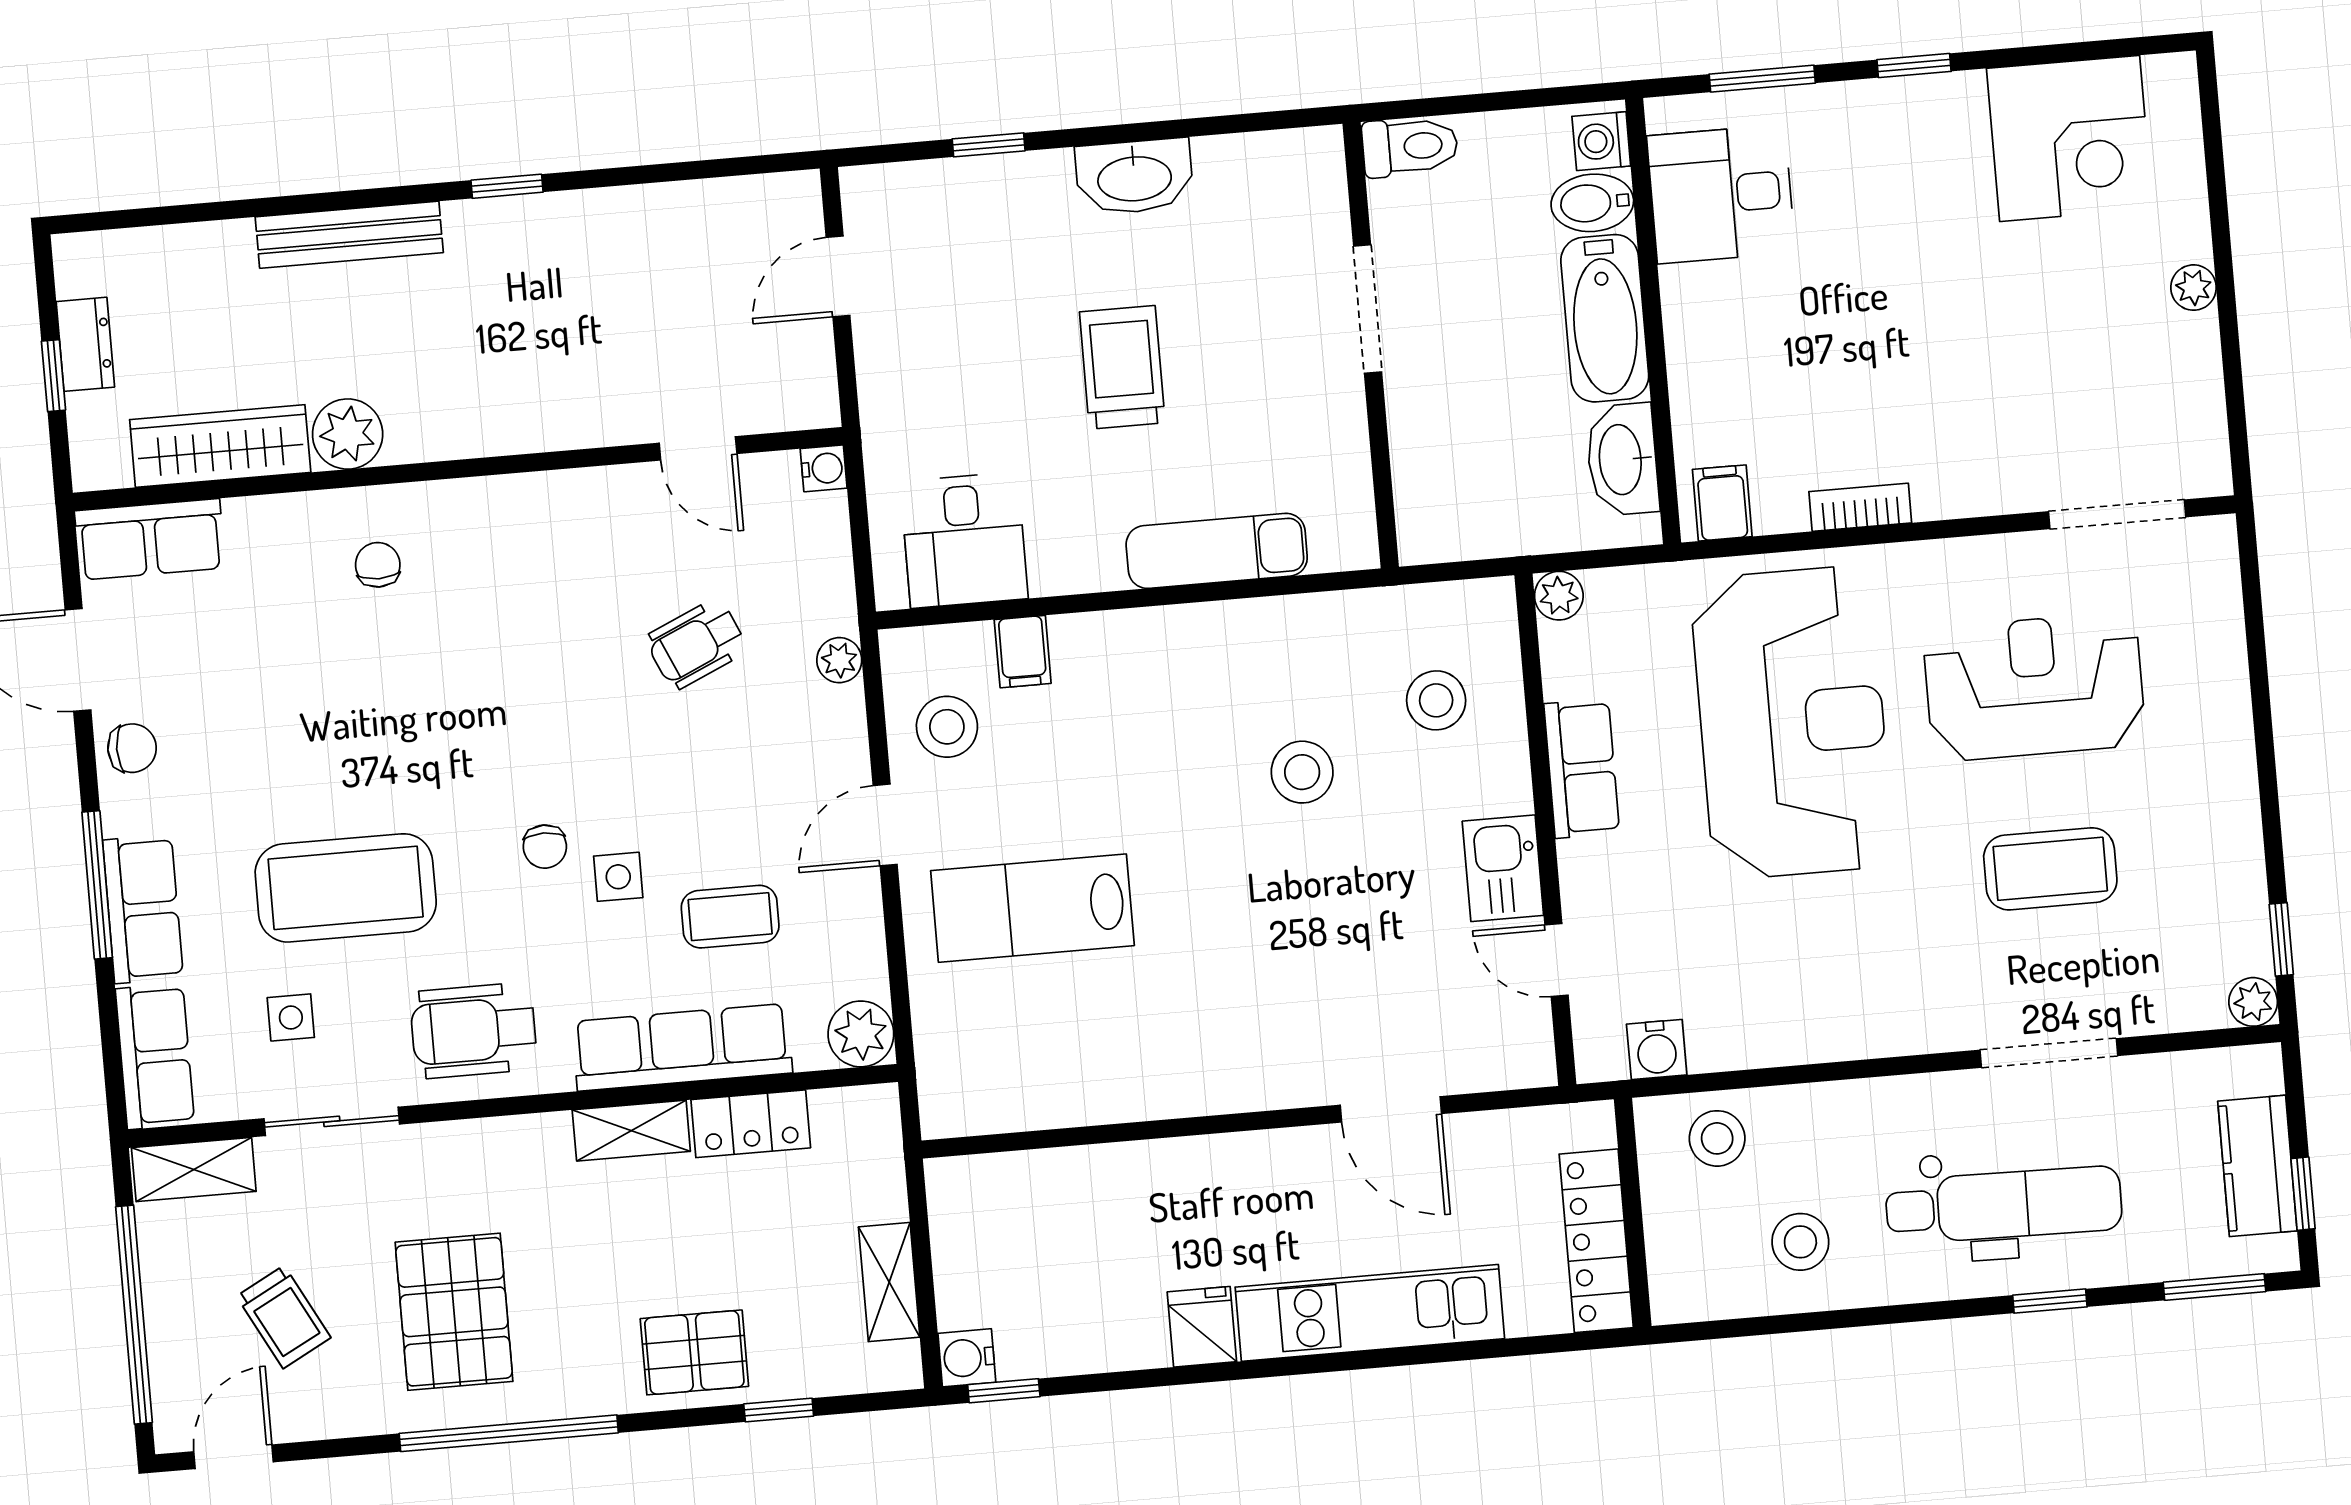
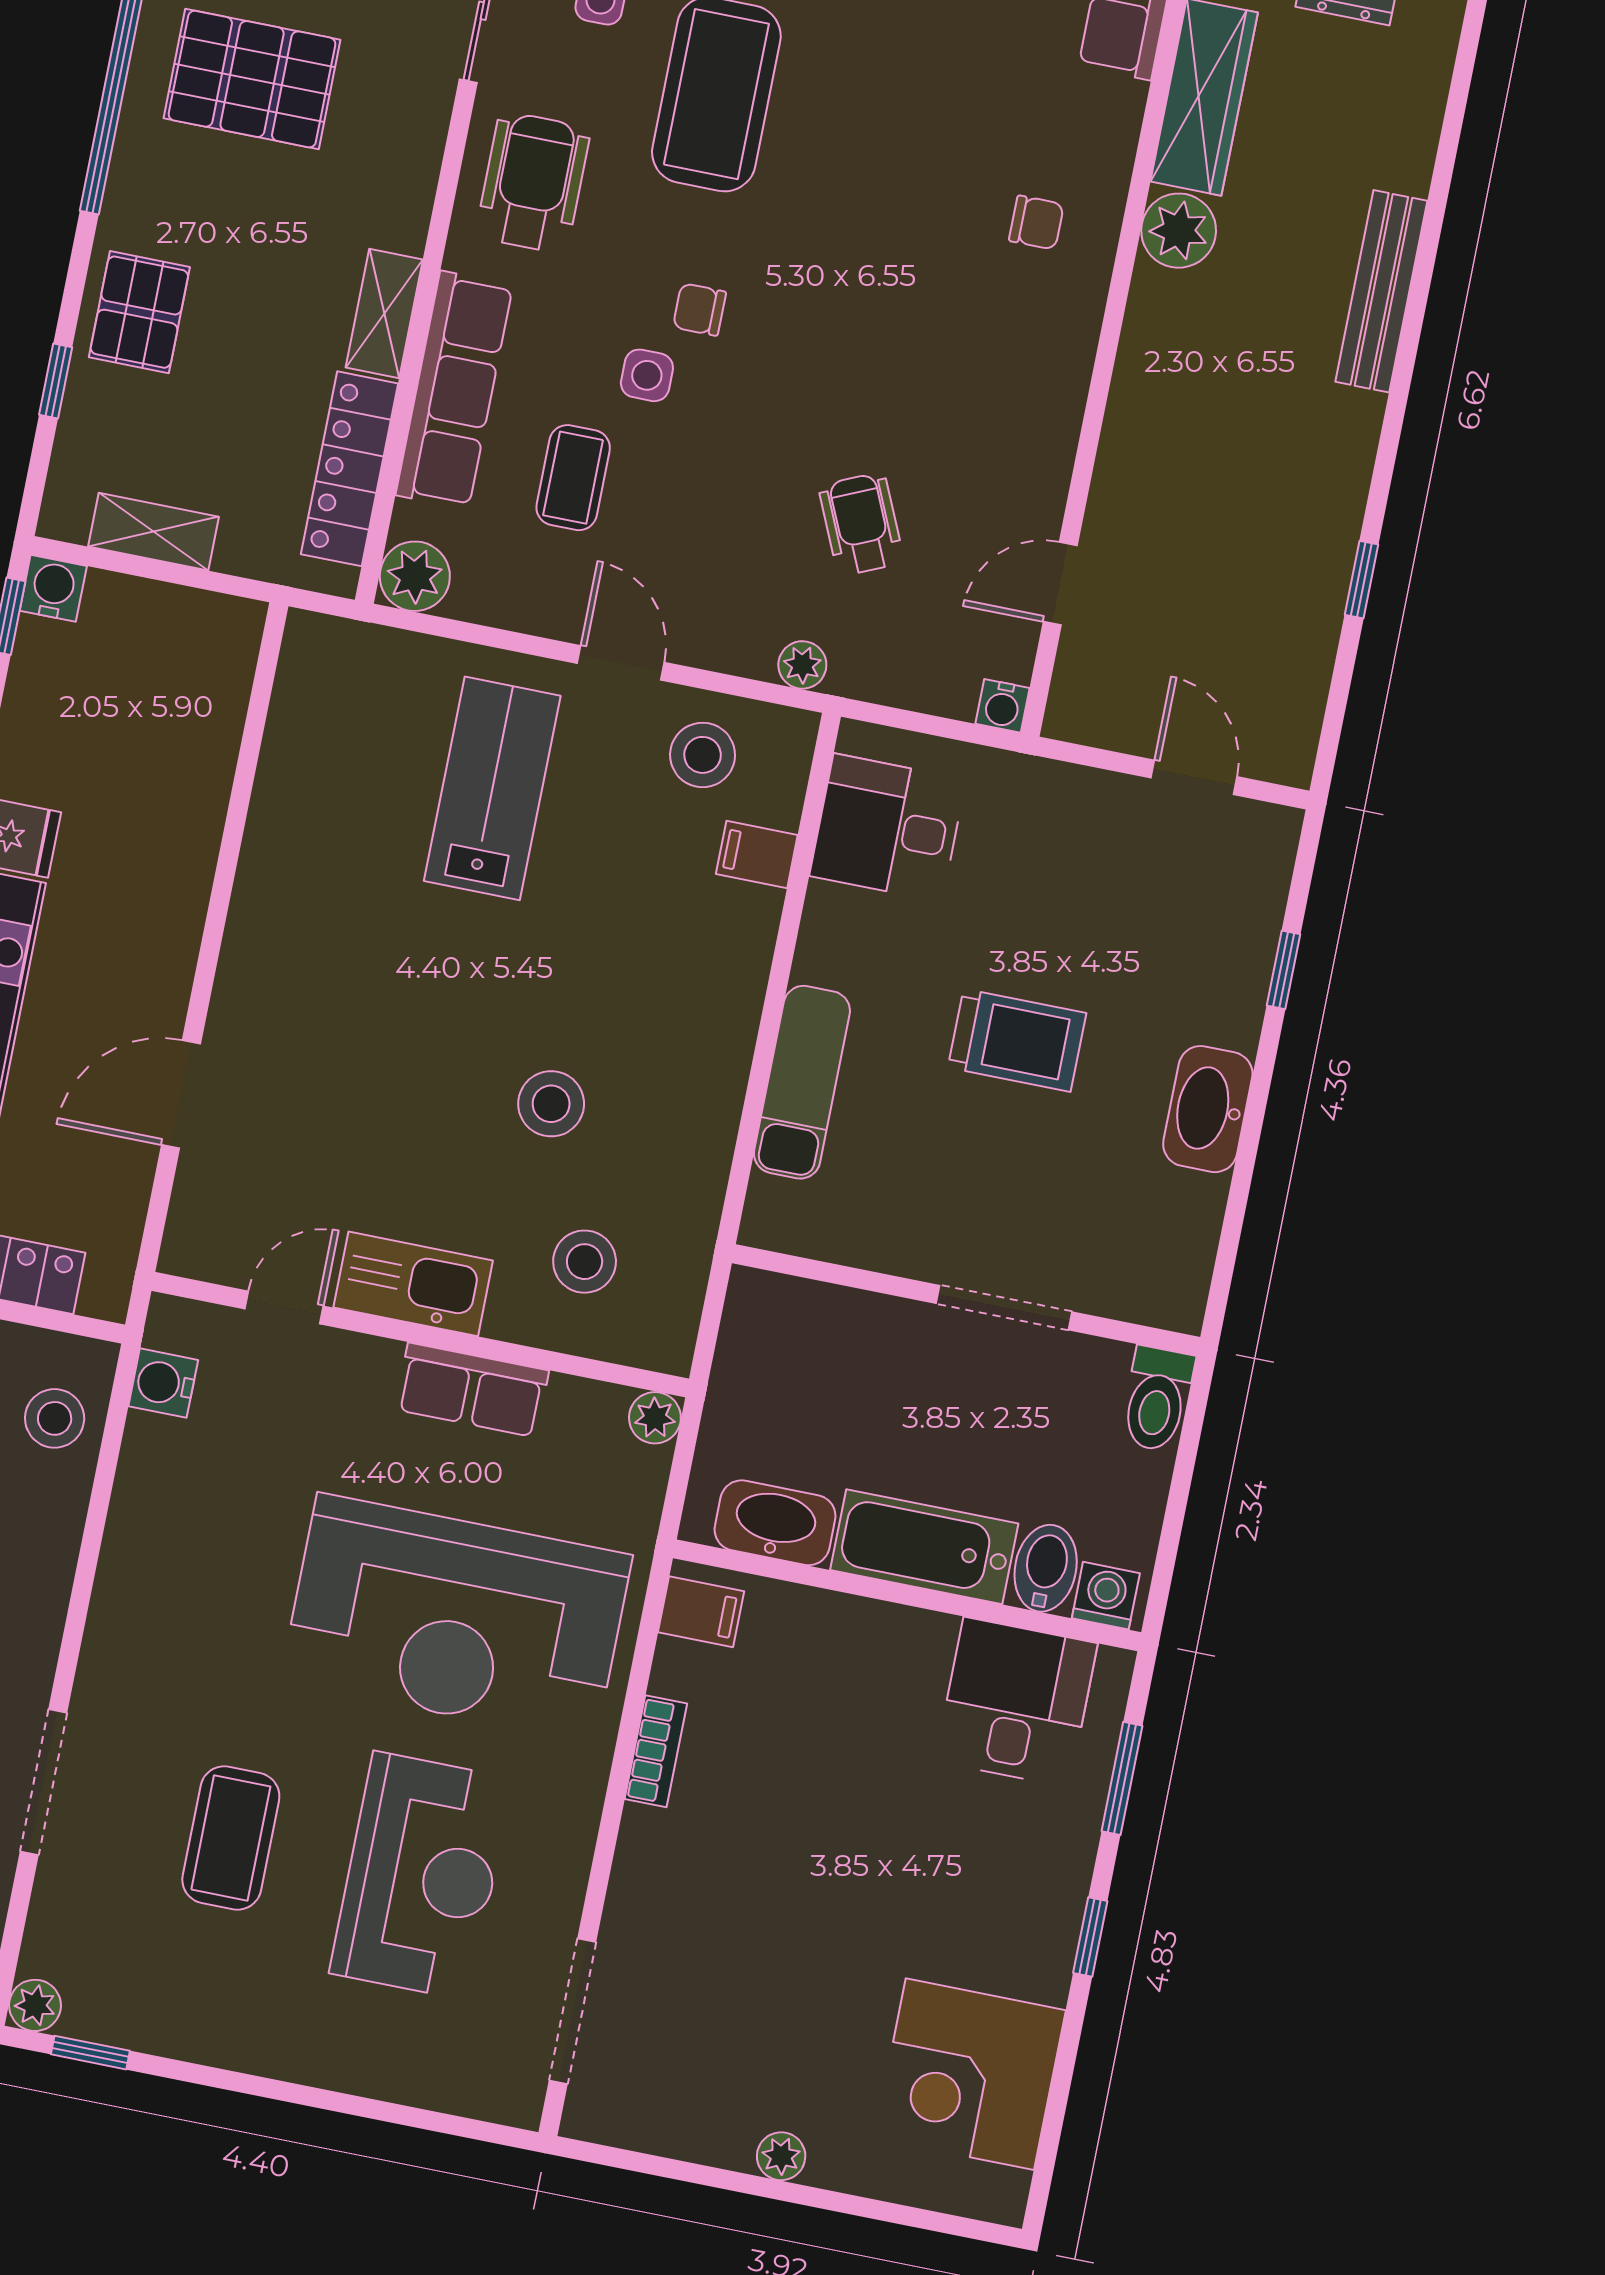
window: (507, 186) -> (1361, 580), moved
kitchen sink: (1503, 868) -> (413, 1284), width x1.38
locker: (751, 1124) -> (350, 469), width x1.53

